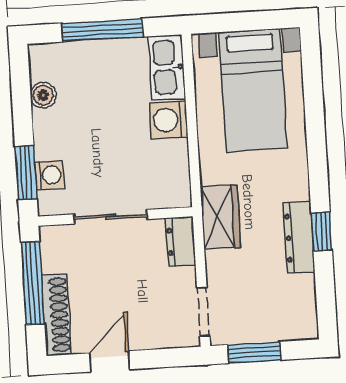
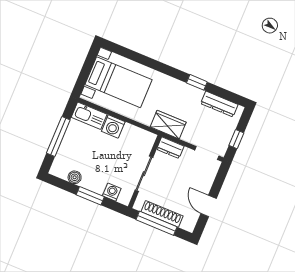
window: (26, 173) -> (90, 196), moved
dresser: (299, 238) -> (219, 104), moved
shoe rack: (56, 315) -> (162, 214), moved
window: (254, 352) -> (236, 139), width x0.67

